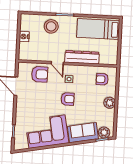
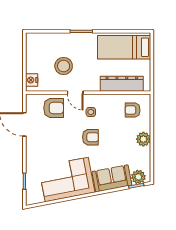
stool: (51, 26) -> (64, 66), moved
nightstand: (24, 37) -> (32, 80), moved
dresser: (82, 57) -> (122, 84), moved

